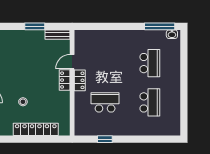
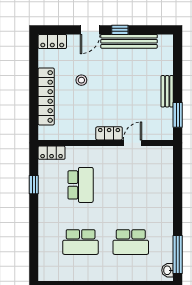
window: (35, 26) -> (178, 115), moved
bench: (57, 35) -> (167, 91), moved
door: (72, 62) -> (132, 143), hinge flipped
locker: (80, 80) -> (52, 153), moved

